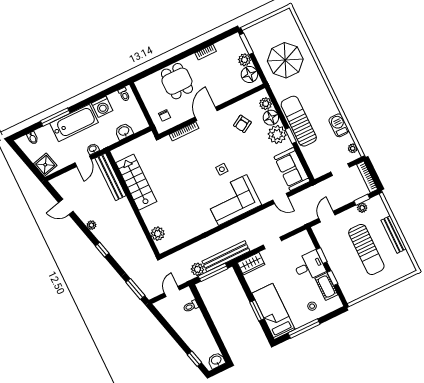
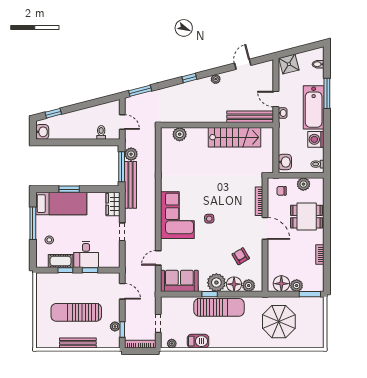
plant: (149, 98) -> (303, 184), added
washbasin: (124, 131) -> (285, 162), moved

